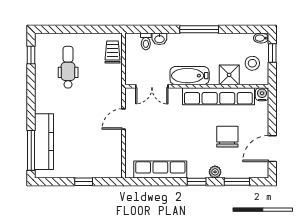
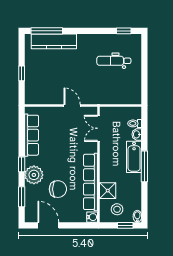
trolley: (112, 52) -> (126, 97), removed
dental chair: (68, 67) -> (114, 61), turned 180
bathtub: (190, 76) -> (134, 157), moved, turned 180
plant: (215, 172) -> (34, 175), width x1.87, depth x1.87

